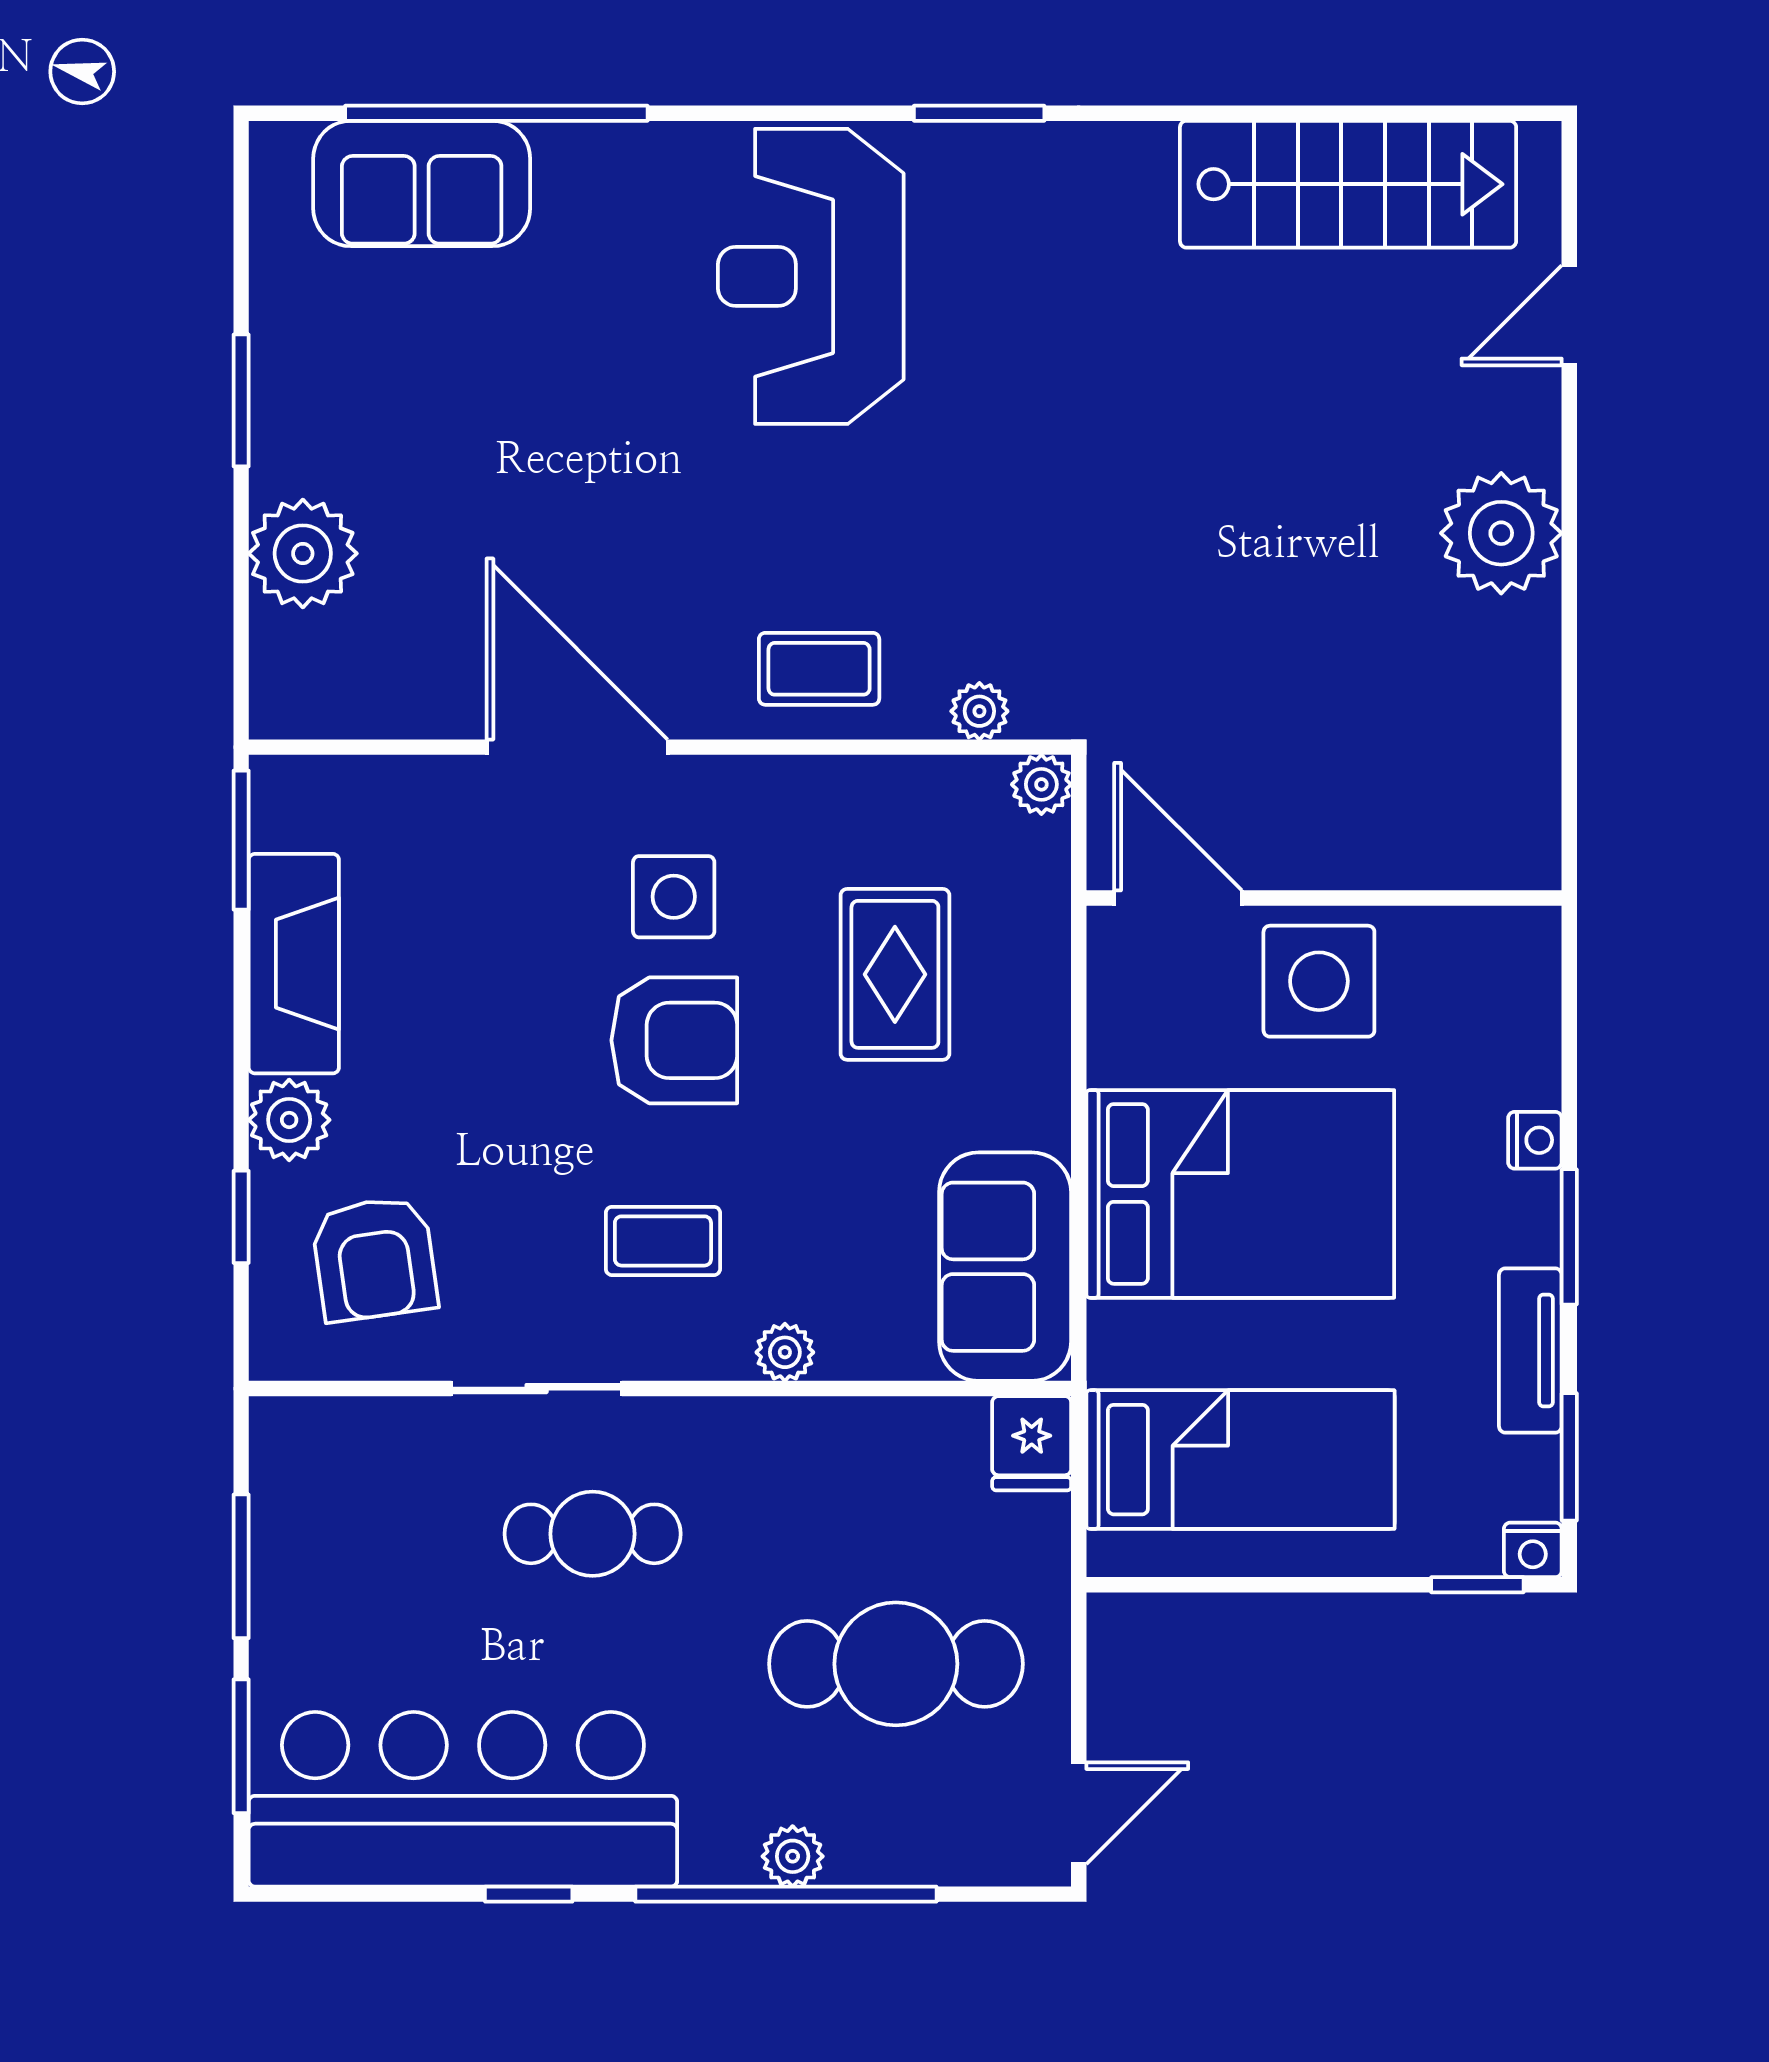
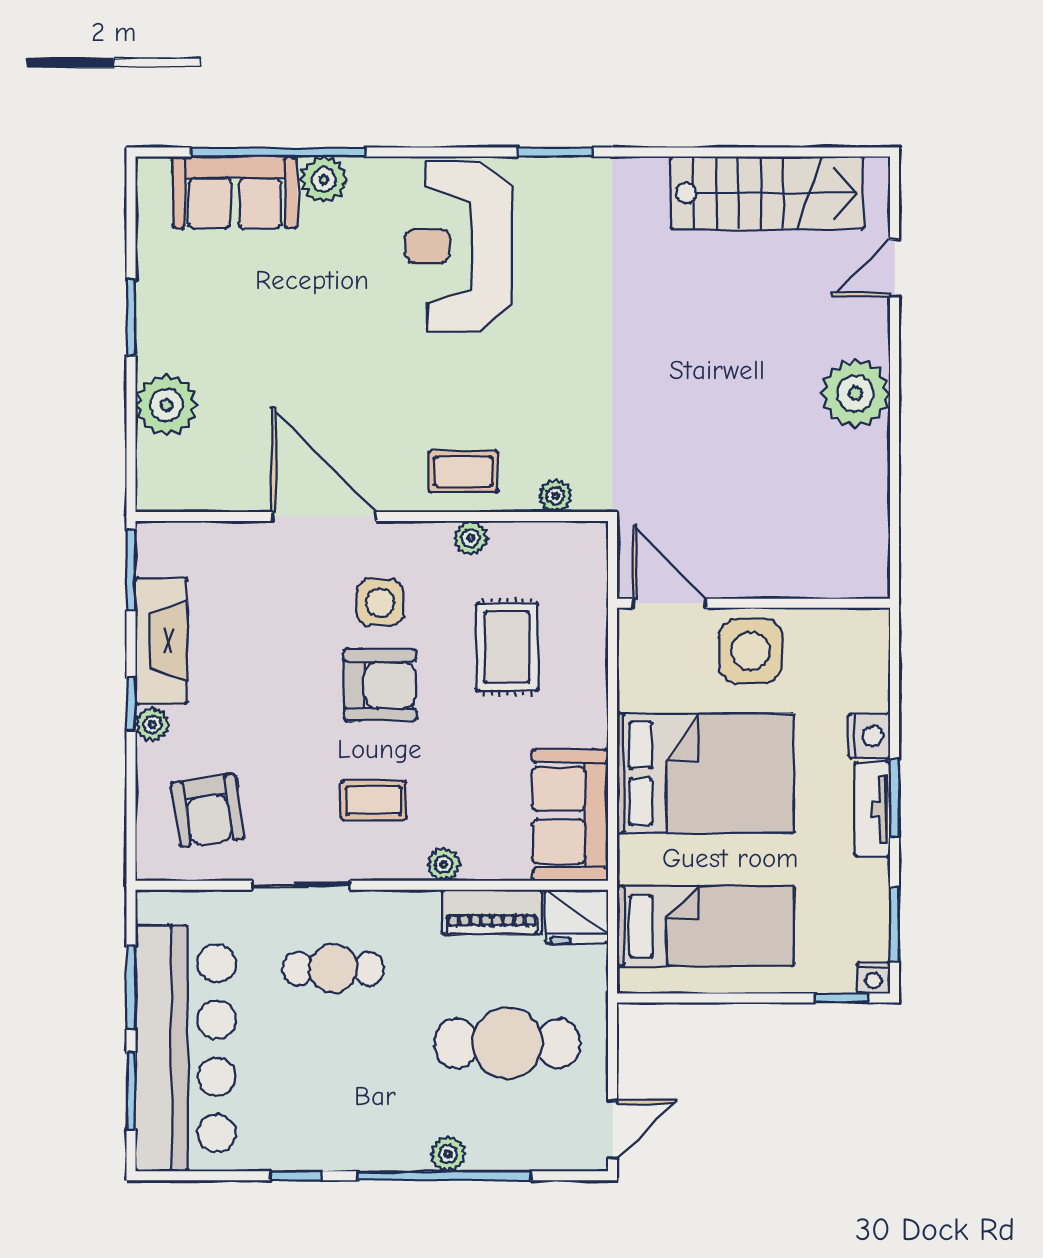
plant: (576, 161) -> (324, 180), added
plant: (1041, 784) -> (471, 538), moved
plant: (289, 1120) -> (152, 724), width x0.73, depth x0.73
nightstand: (1535, 1140) -> (869, 736), width x1.39, depth x1.35
window: (241, 1217) -> (131, 704), moved
tv unit: (1530, 1350) -> (872, 809), moved
piano: (869, 1435) -> (492, 912), added
fridge: (1032, 1443) -> (577, 917), width x1.38
bar counter: (463, 1799) -> (186, 1048), moved, turned 90

